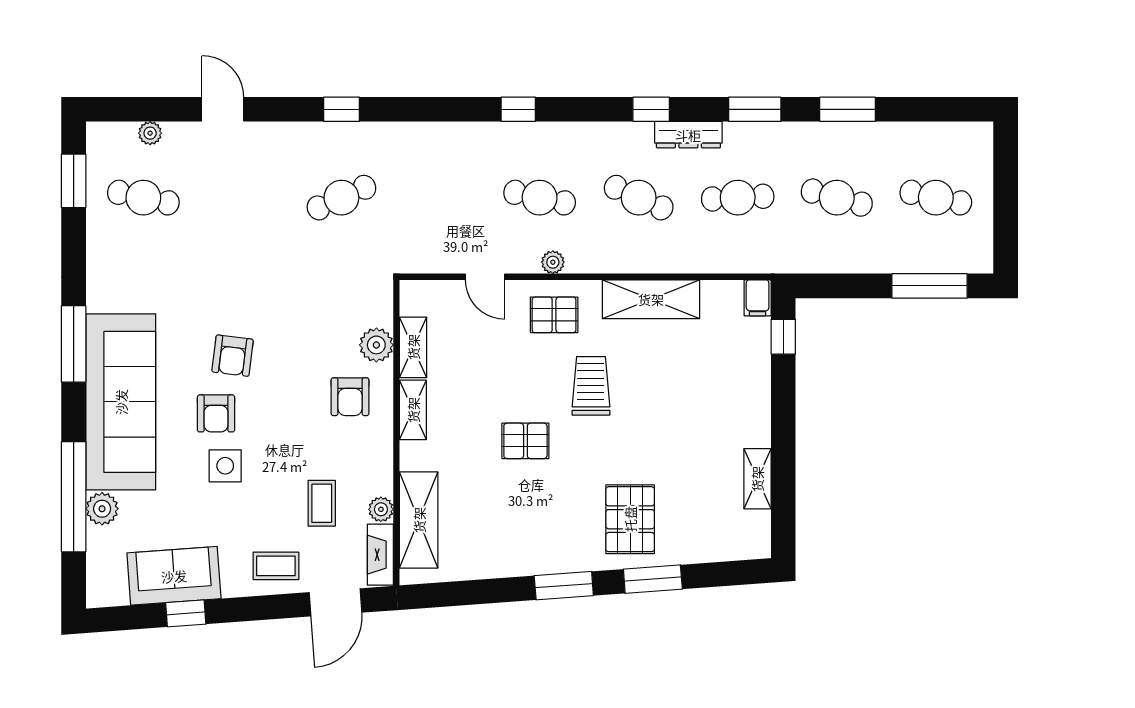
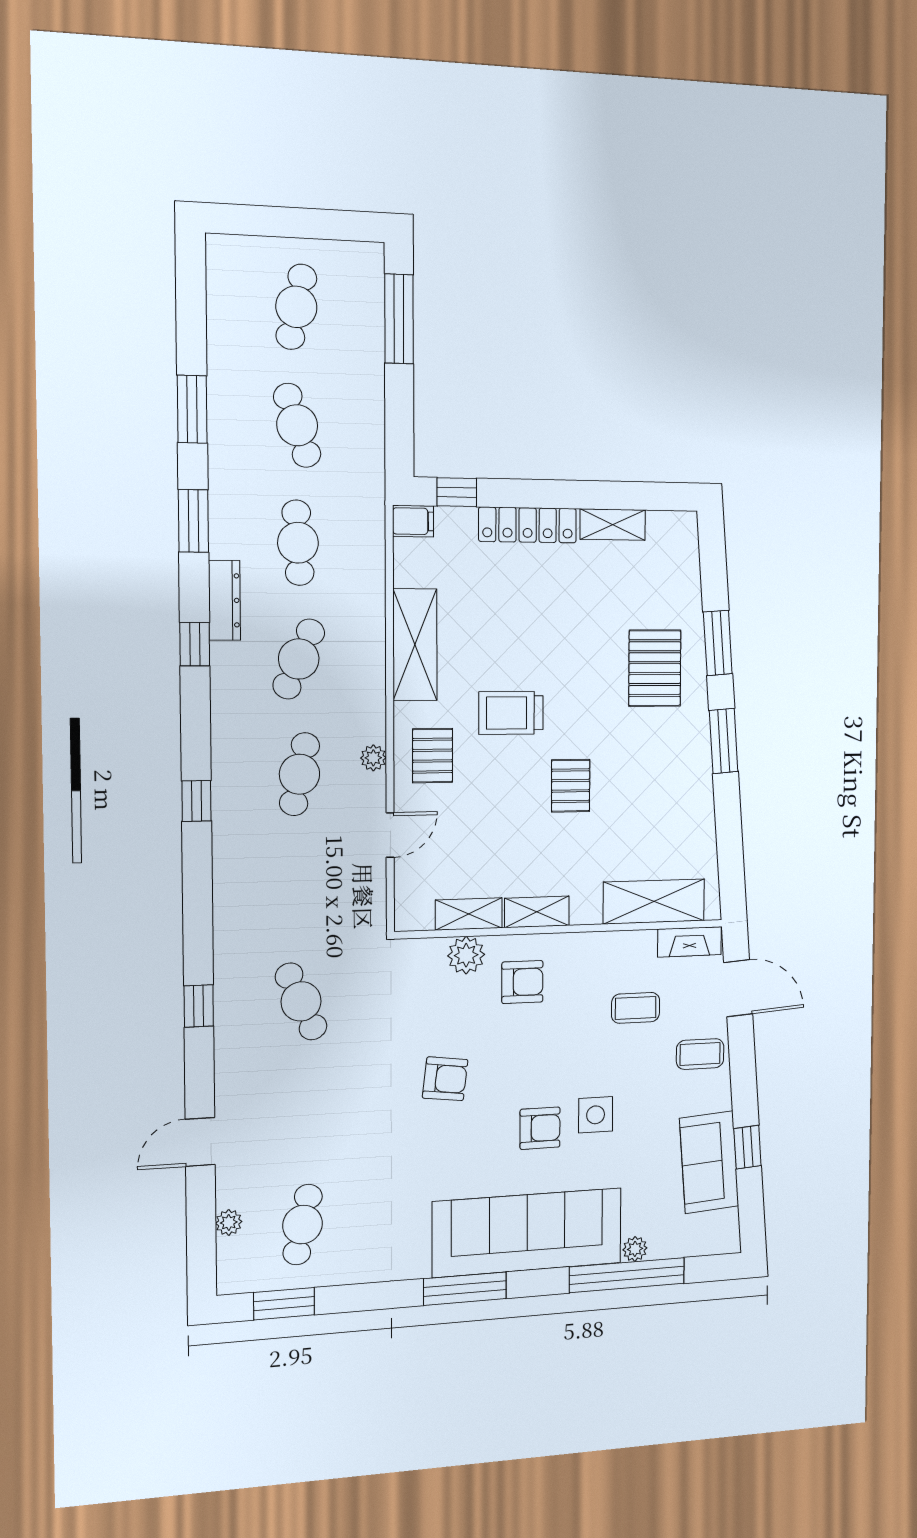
cafe table: (837, 198) -> (297, 425), turned -33
armchair: (233, 356) -> (445, 1079), moved
locker: (756, 401) -> (528, 525), added
plant: (102, 509) -> (635, 1249), width x0.73, depth x0.73
plant: (381, 509) -> (642, 943), removed
pallet: (630, 519) -> (655, 668), turned 90
coffee table: (276, 566) -> (700, 1054), turned 90

